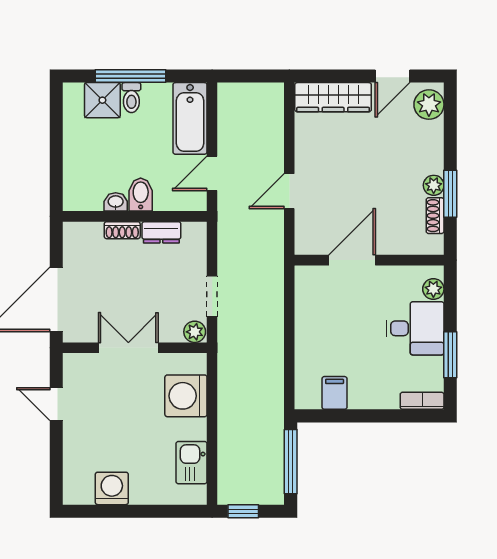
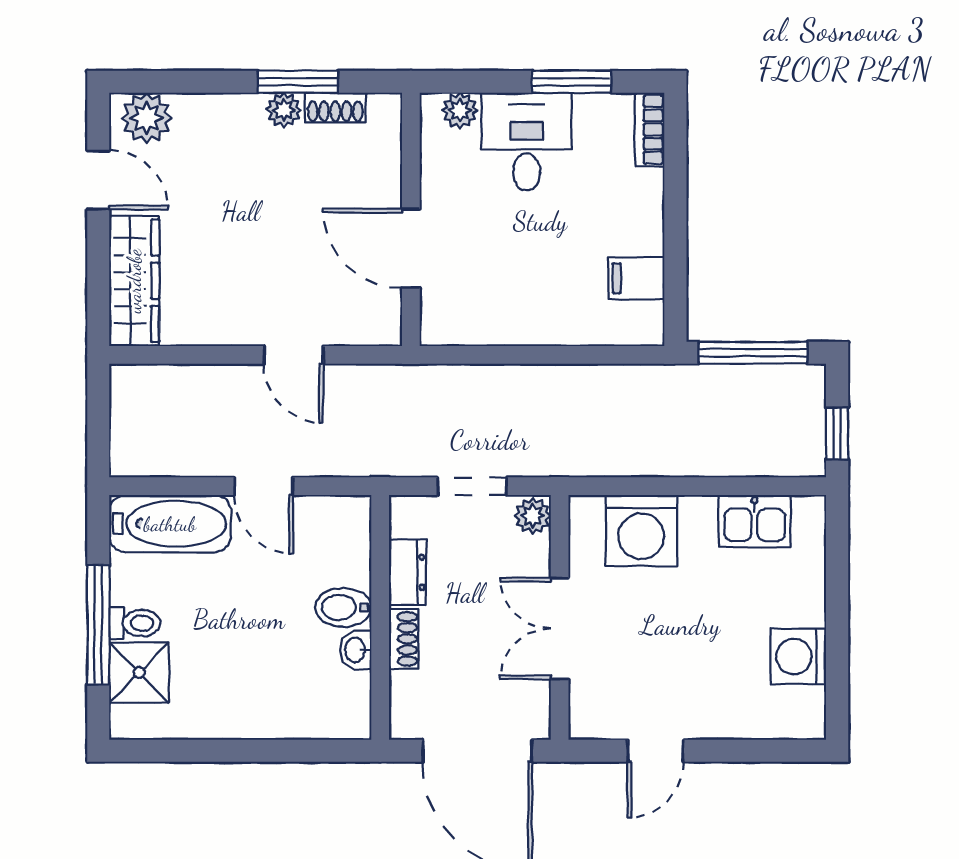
bidet: (141, 195) -> (343, 607), moved
washbasin: (116, 202) -> (356, 650), moved
wall: (135, 216) -> (380, 617), moved
shoe rack: (122, 230) -> (404, 639), moved
dresser: (161, 232) -> (407, 572), moved

